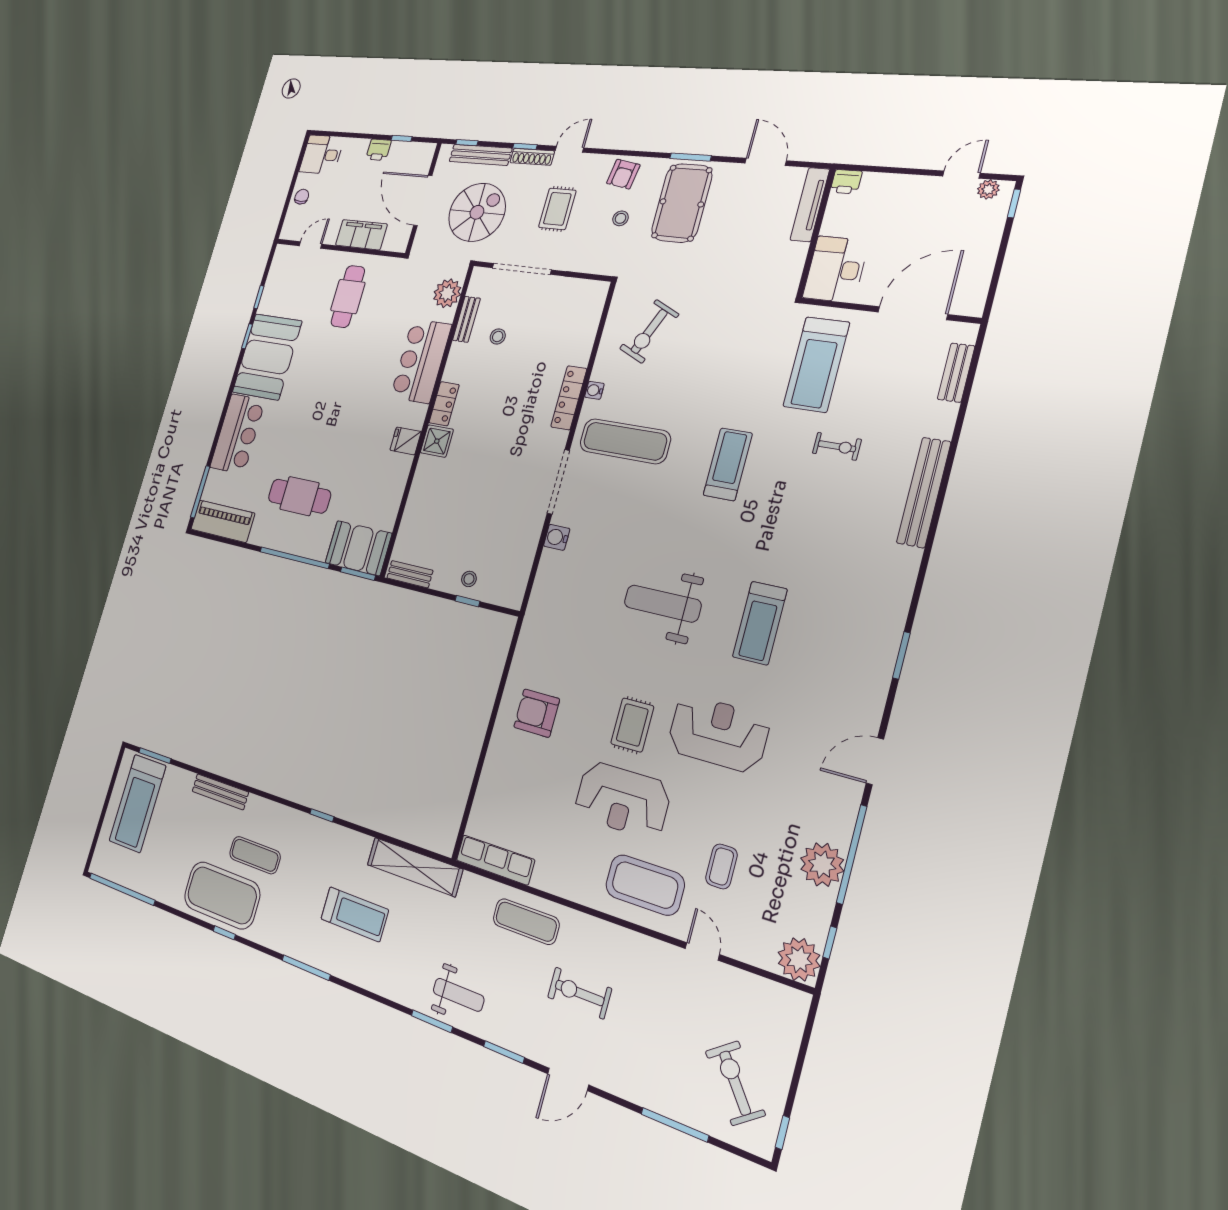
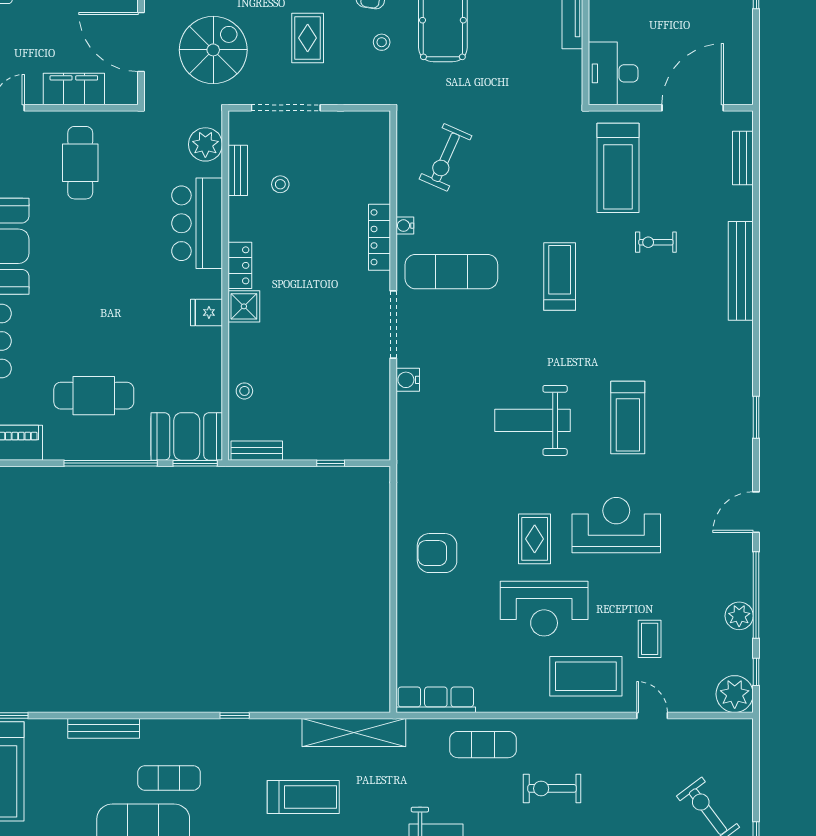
exercise bike: (837, 446) -> (656, 242), turned 180
stool: (469, 579) -> (244, 391), moved
plant: (822, 865) -> (739, 616), width x0.73, depth x0.73

